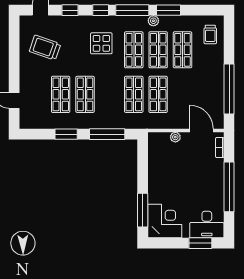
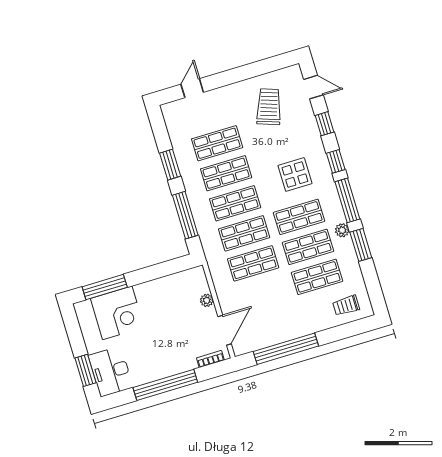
shop shelf: (109, 94) -> (235, 203), added
corner desk: (165, 221) -> (117, 313), moved

